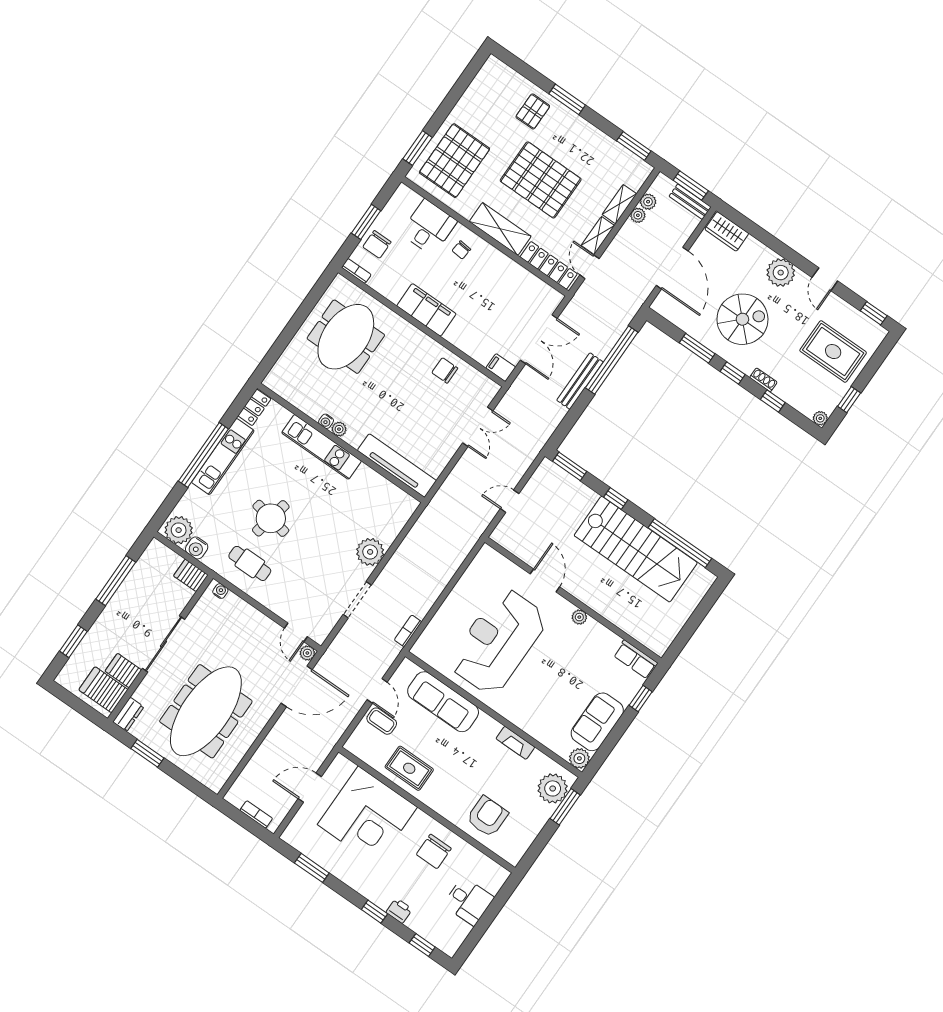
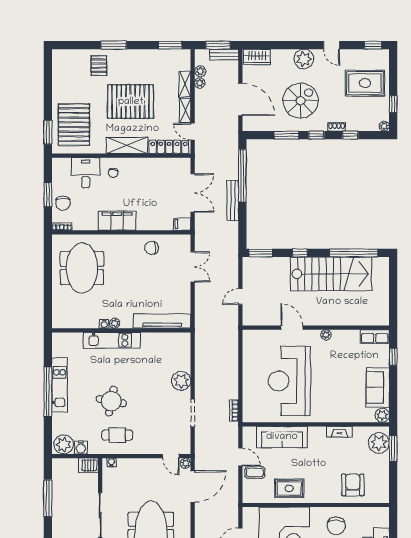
locker: (254, 407) -> (58, 344), removed

